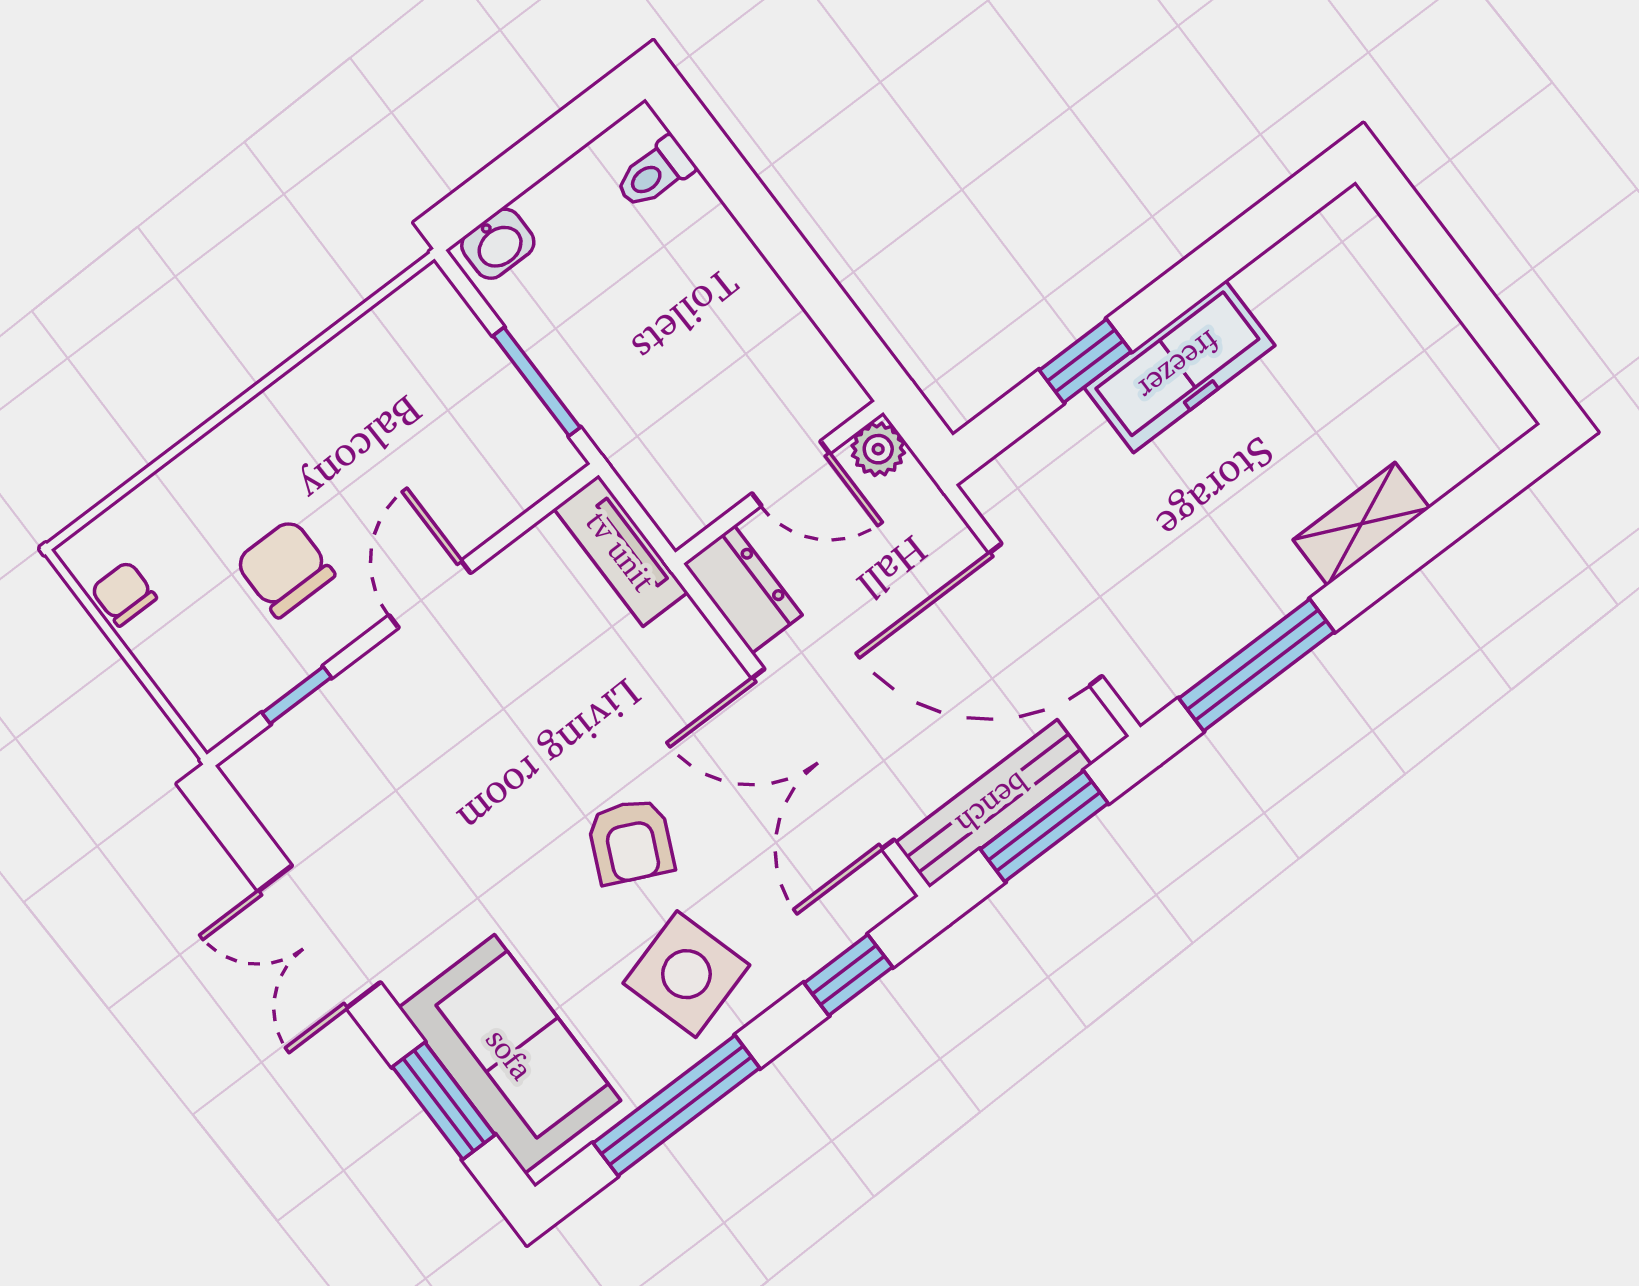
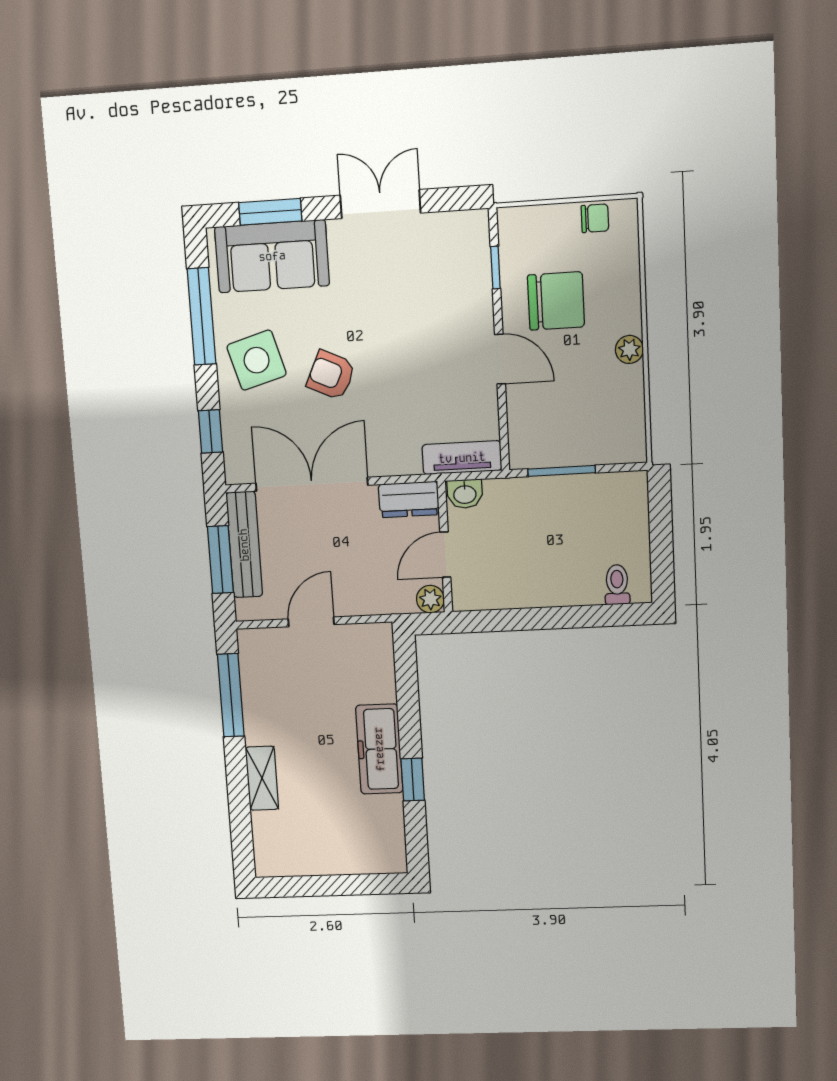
washbasin: (498, 244) -> (465, 494), moved, turned -90
window: (1085, 361) -> (413, 780), moved
plant: (283, 406) -> (629, 349), added
chair: (285, 568) -> (556, 301), width x1.37, depth x1.37
door: (1046, 614) -> (311, 622), width x0.53

